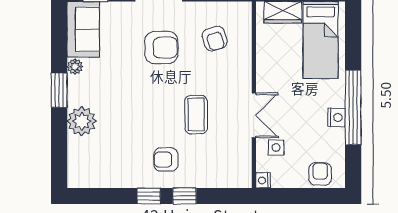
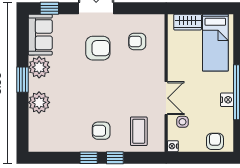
armchair: (215, 39) -> (137, 41), turned 107
plant: (75, 67) -> (39, 67), width x1.88, depth x1.88
coffee table: (196, 115) -> (139, 131), moved

